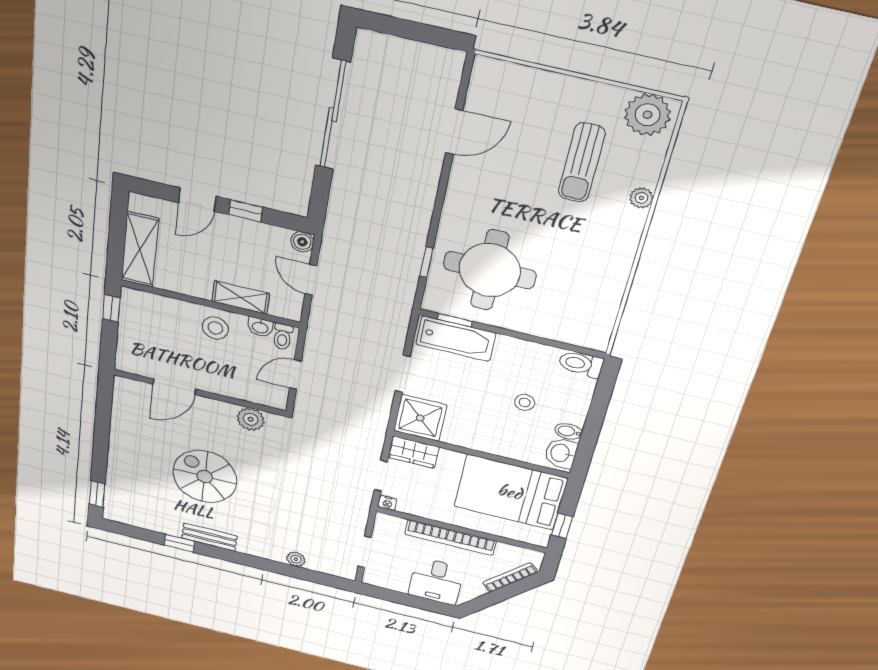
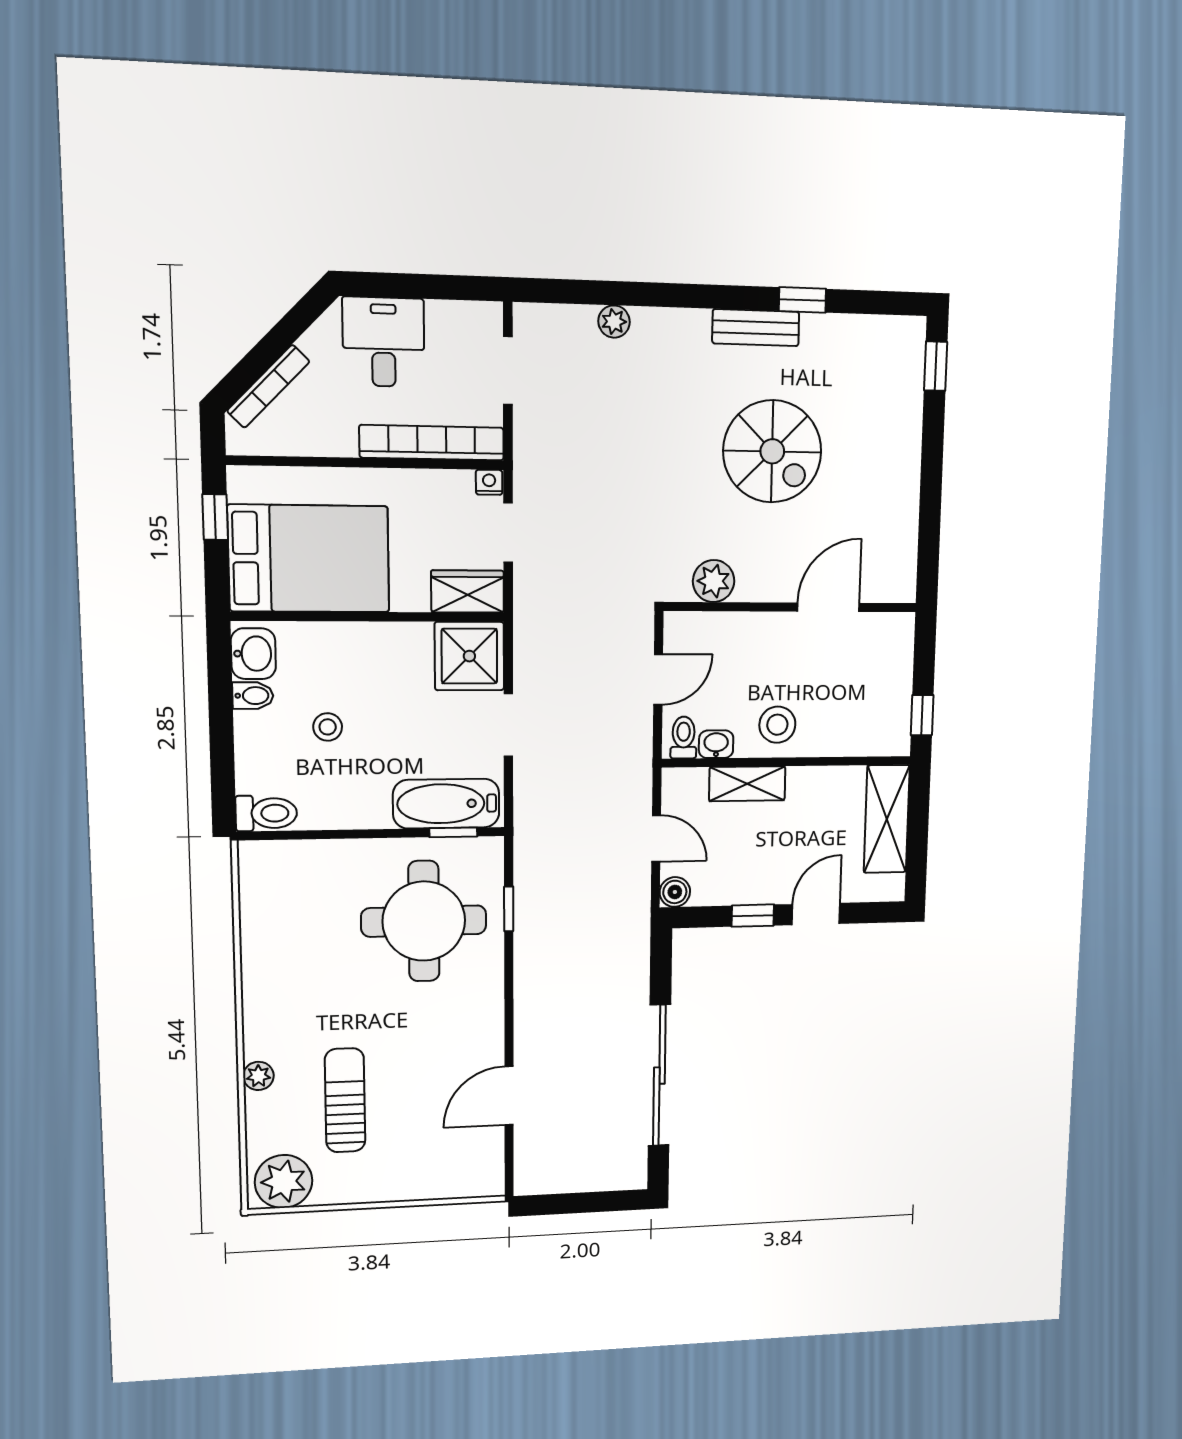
bookcase: (450, 538) -> (432, 443), moved

